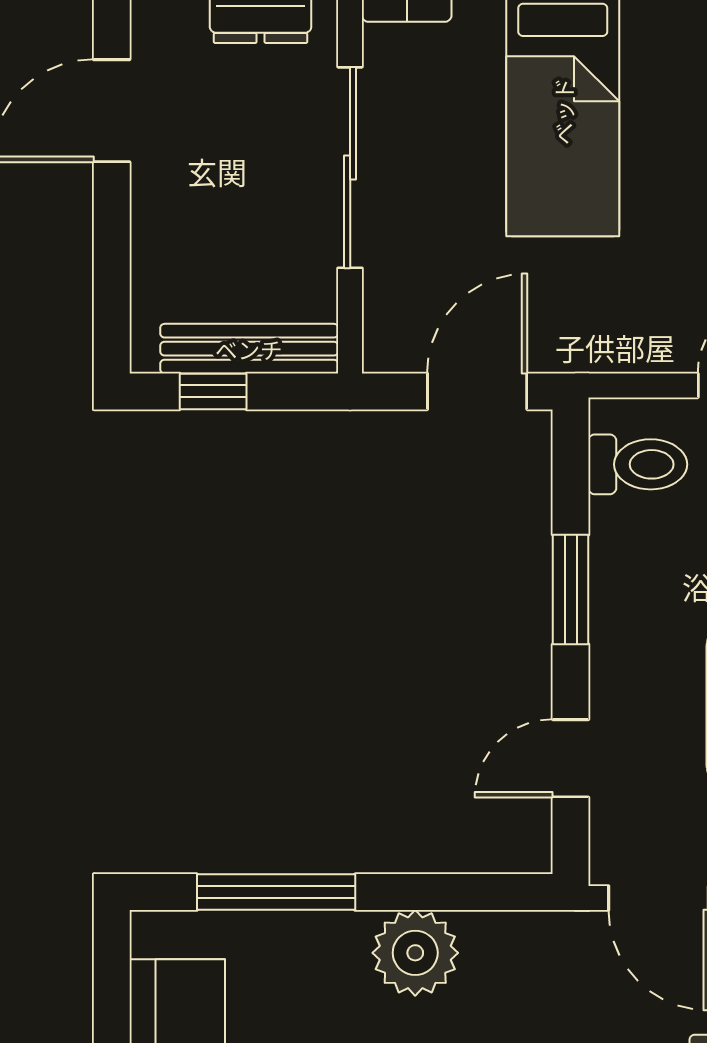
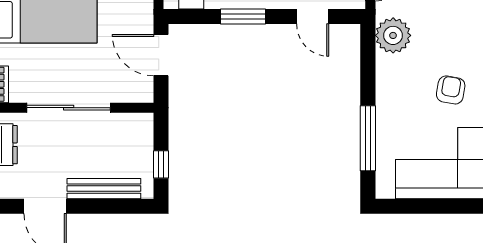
bench: (249, 349) -> (104, 189), moved, turned 90
plant: (415, 953) -> (393, 35), moved

